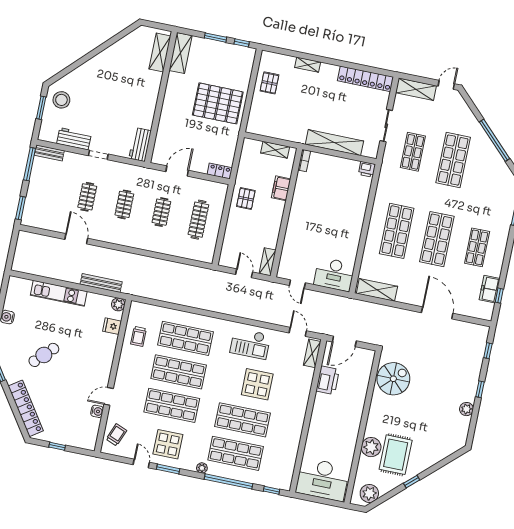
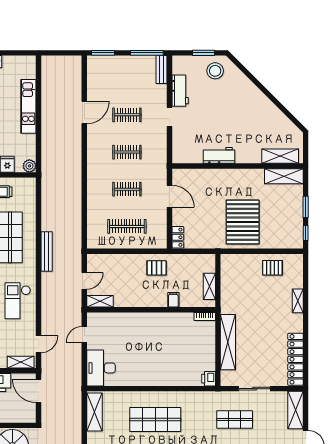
workbench: (140, 145) -> (219, 155), moved
filing cabinet: (281, 188) -> (173, 300), width x0.50
bench: (101, 283) -> (47, 252), moved

